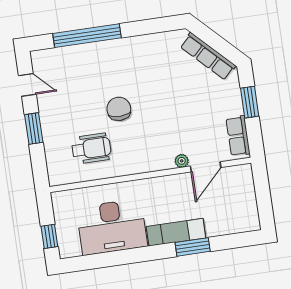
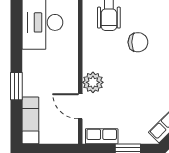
plant: (182, 161) -> (93, 82), width x1.88, depth x1.88
exam couch: (176, 232) -> (30, 120), moved

